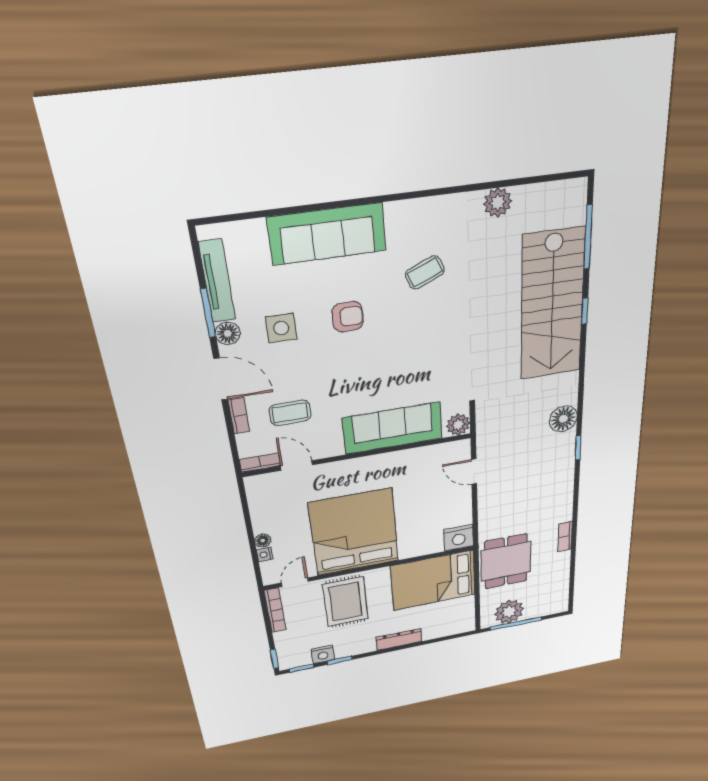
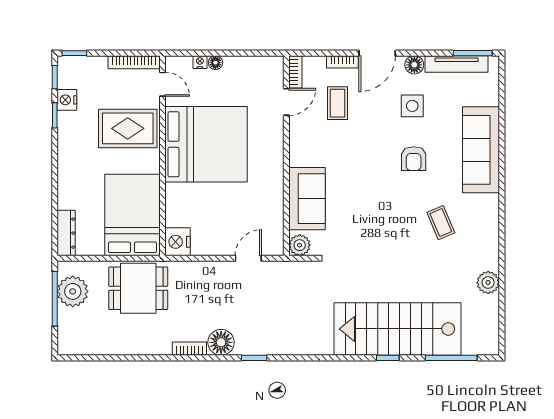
window: (208, 313) -> (473, 53), moved
floor lamp: (563, 419) -> (221, 342), moved
sofa: (393, 428) -> (307, 199), width x0.73
bookcase: (565, 536) -> (189, 349), moved
dresser: (399, 639) -> (66, 233), moved

